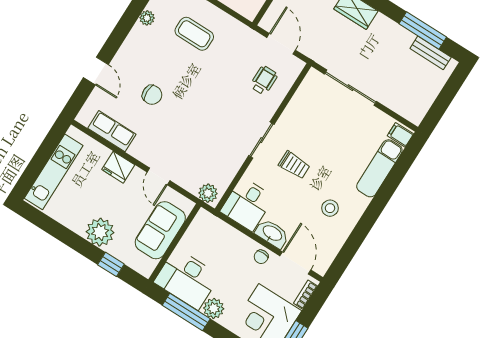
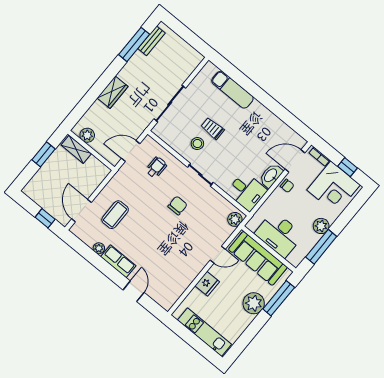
door: (96, 71) -> (134, 291), hinge flipped
wheelchair: (264, 80) -> (156, 167), turned 90
chair: (152, 95) -> (178, 206), moved
row of seats: (112, 131) -> (118, 261), moved, turned 90
filing cabinet: (400, 135) -> (210, 71), removed
trolley: (294, 165) -> (213, 128), moved, turned -90
stool: (330, 208) -> (197, 144), moved
sofa: (160, 230) -> (258, 258), width x1.36
window: (111, 264) -> (279, 298), width x2.17
desk: (187, 279) -> (279, 234), moved, turned 90

